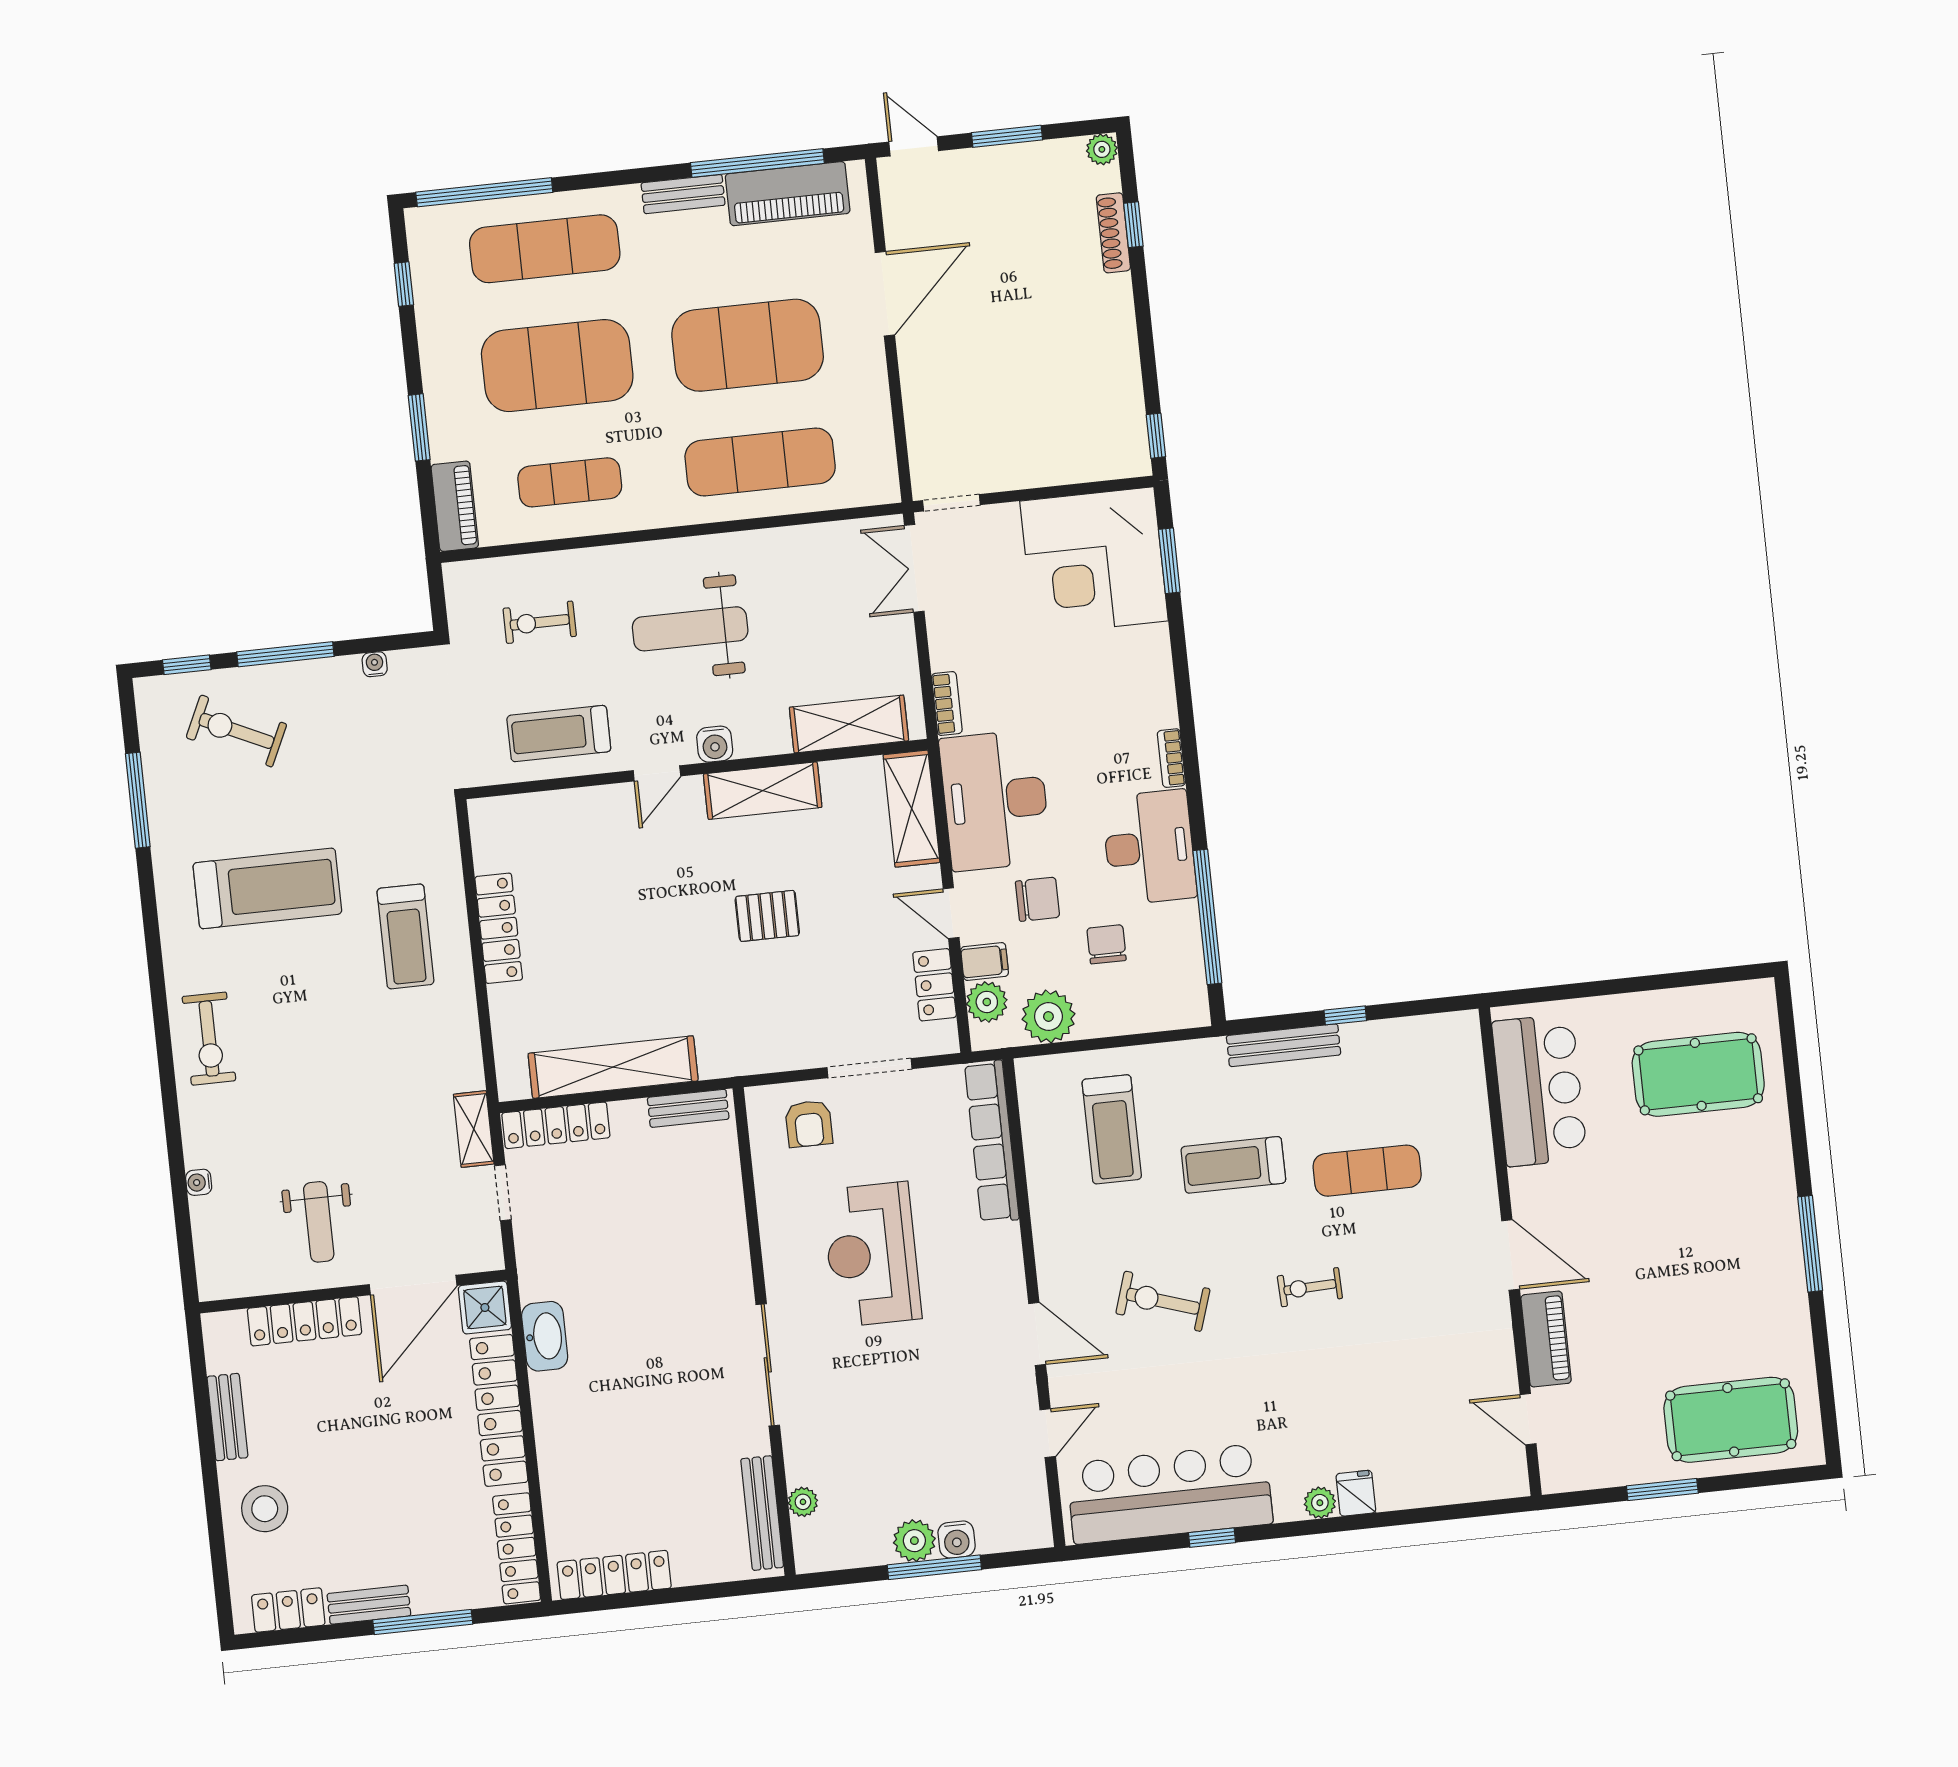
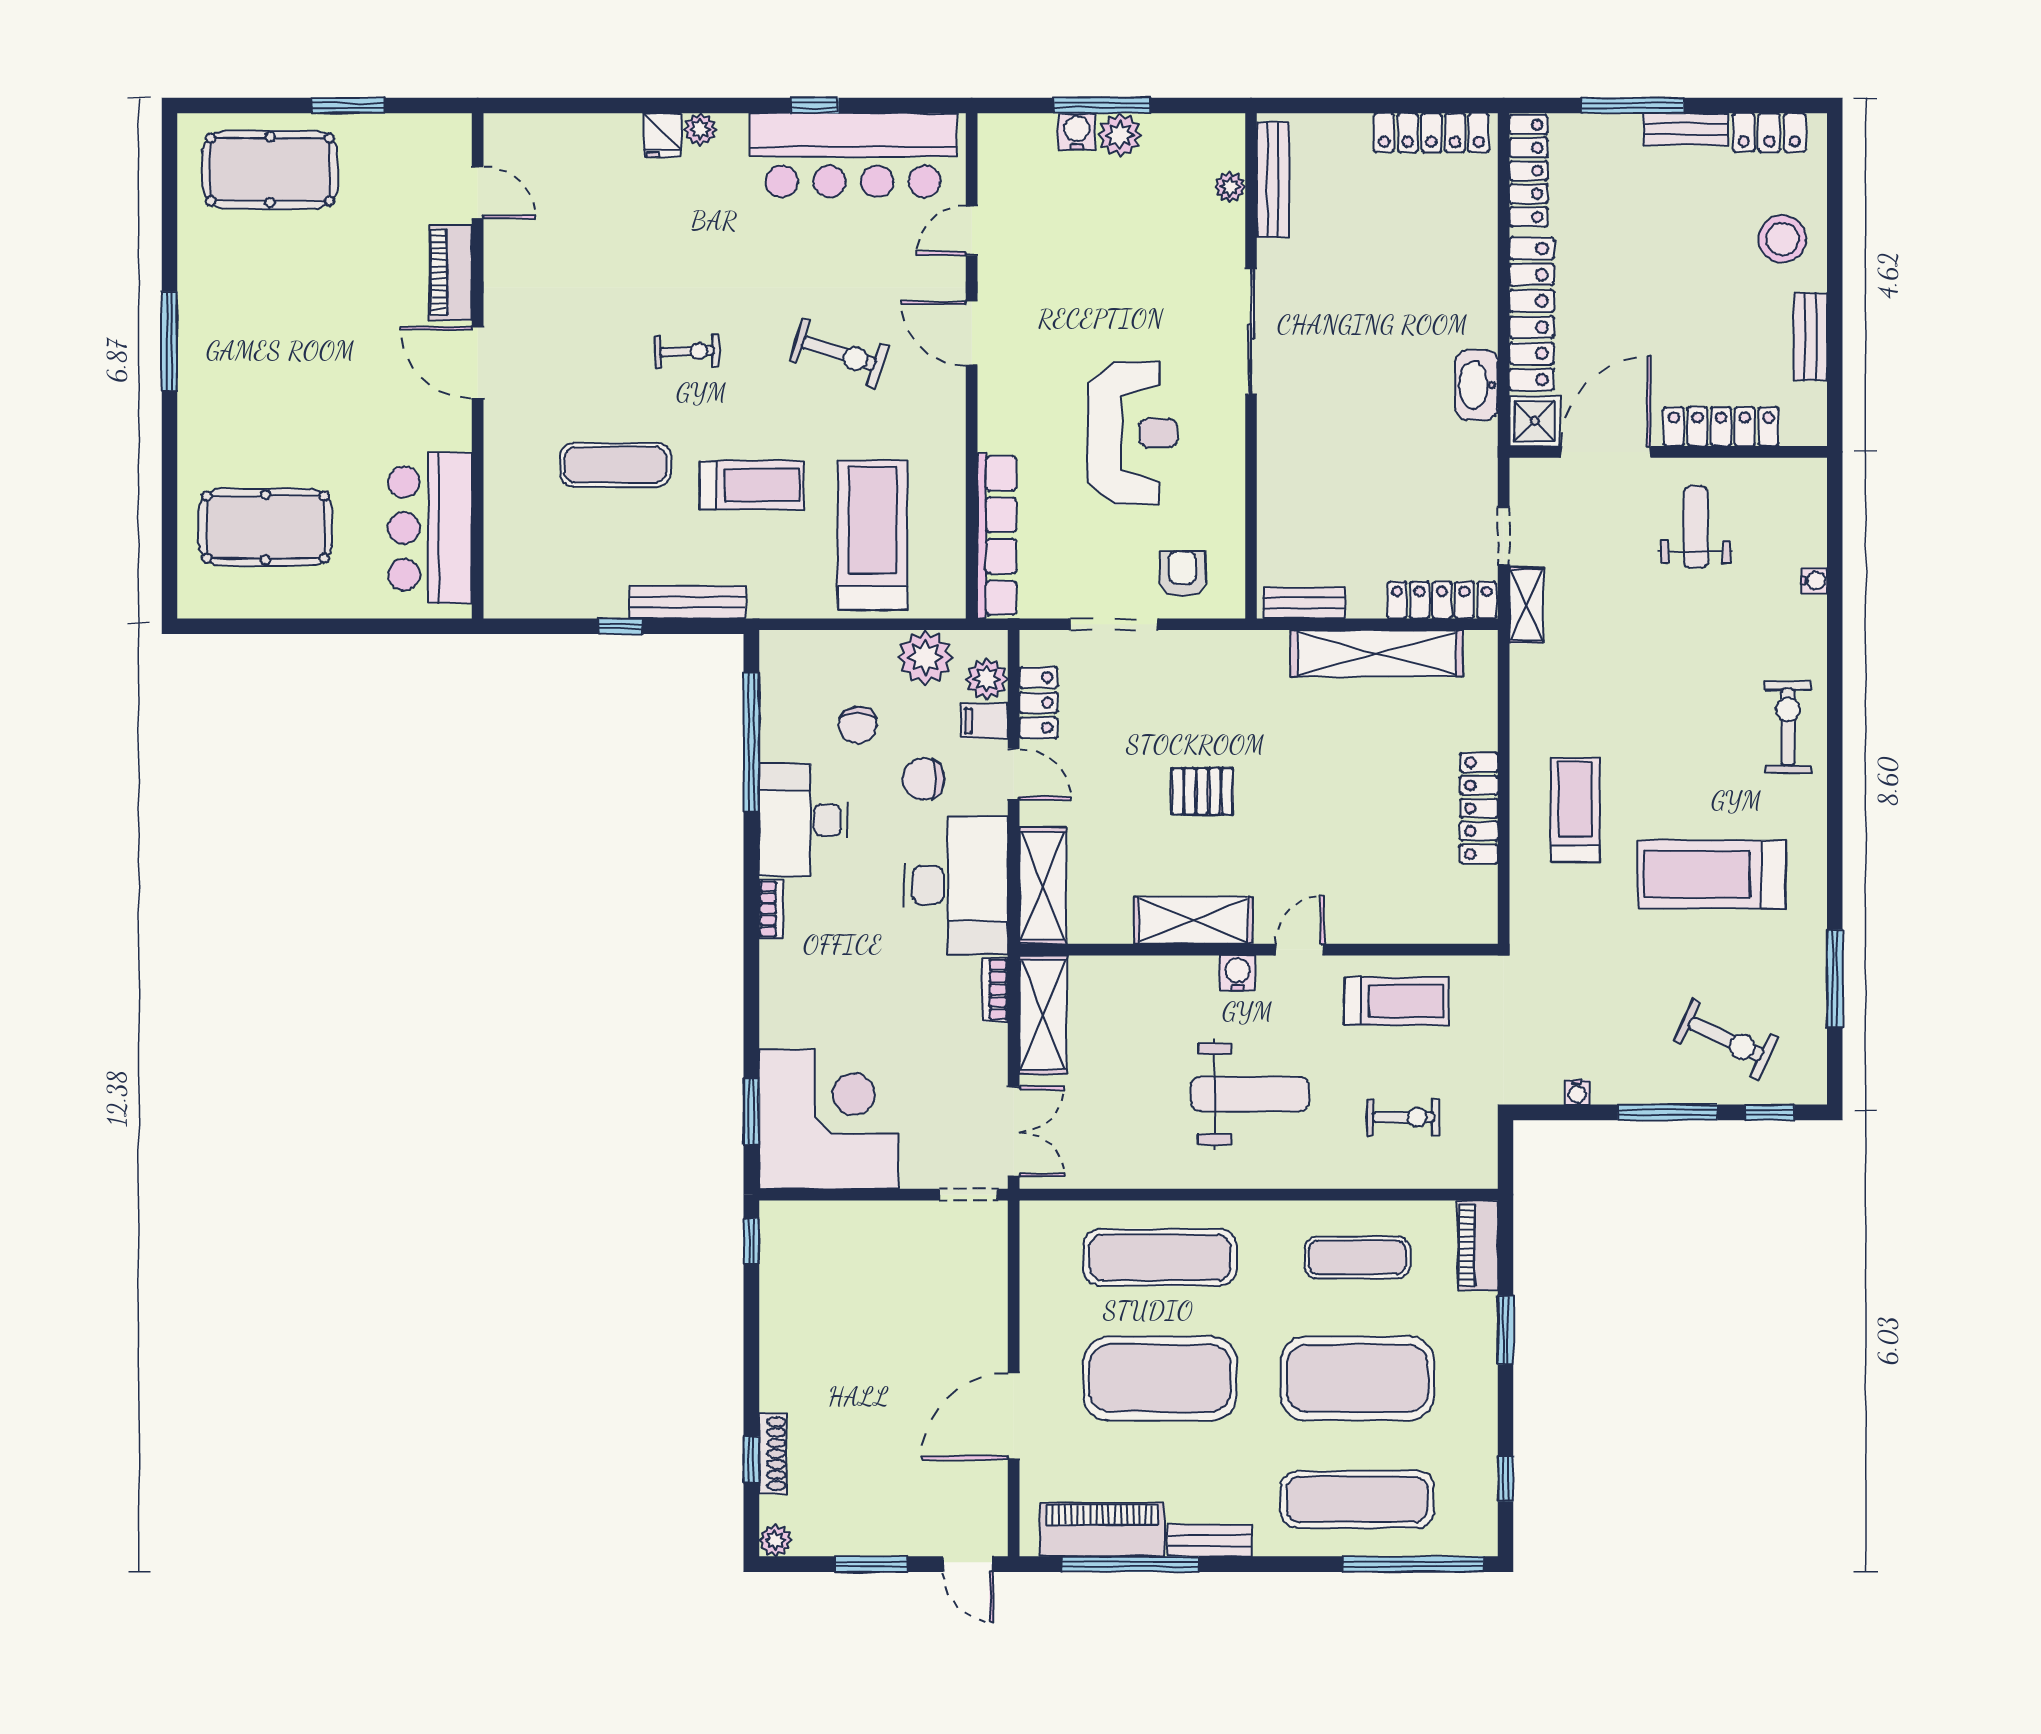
shelving: (849, 724) -> (1043, 1015), moved, turned 90
treadmill: (1112, 1129) -> (873, 535), width x1.37, depth x1.38

